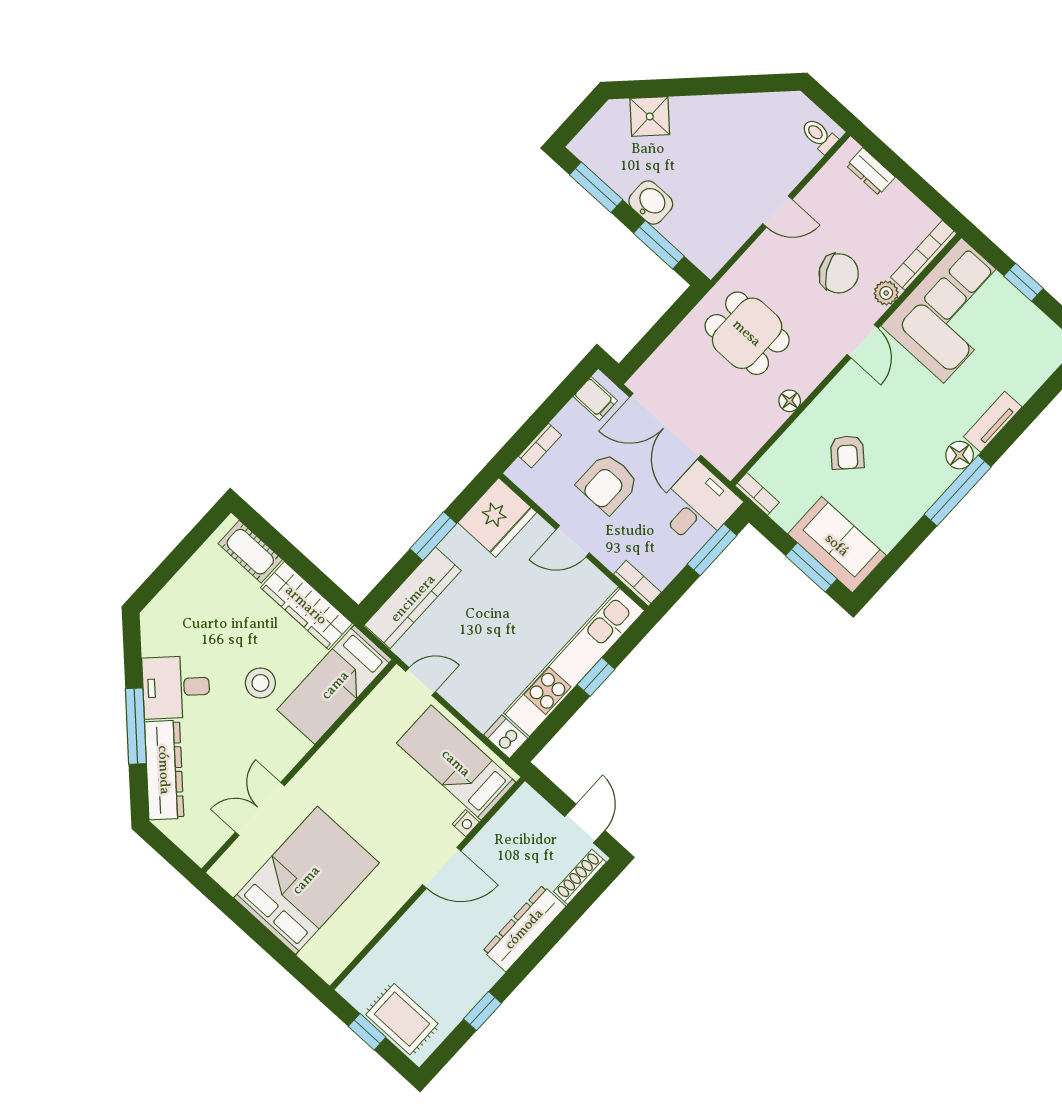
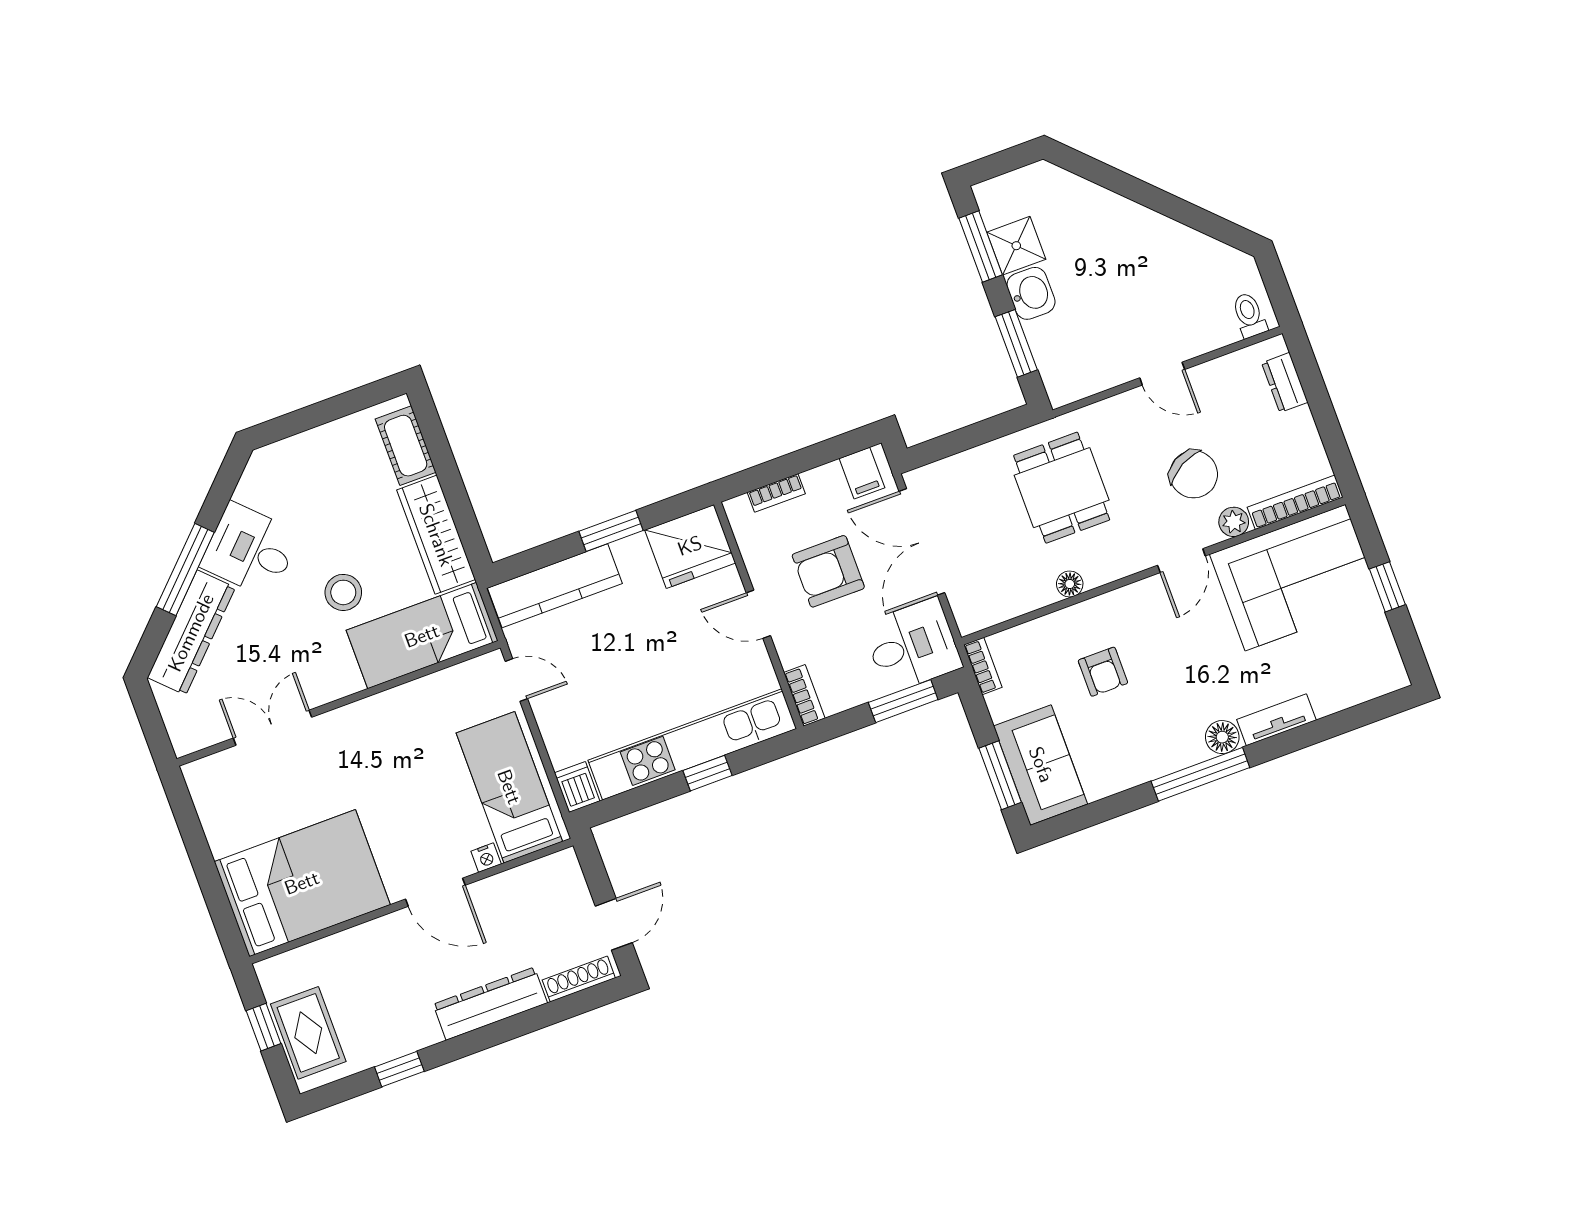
shower: (650, 116) -> (1016, 246), moved, turned 45
armchair: (847, 452) -> (1103, 672), turned -44
bed: (306, 880) -> (302, 883), moved

